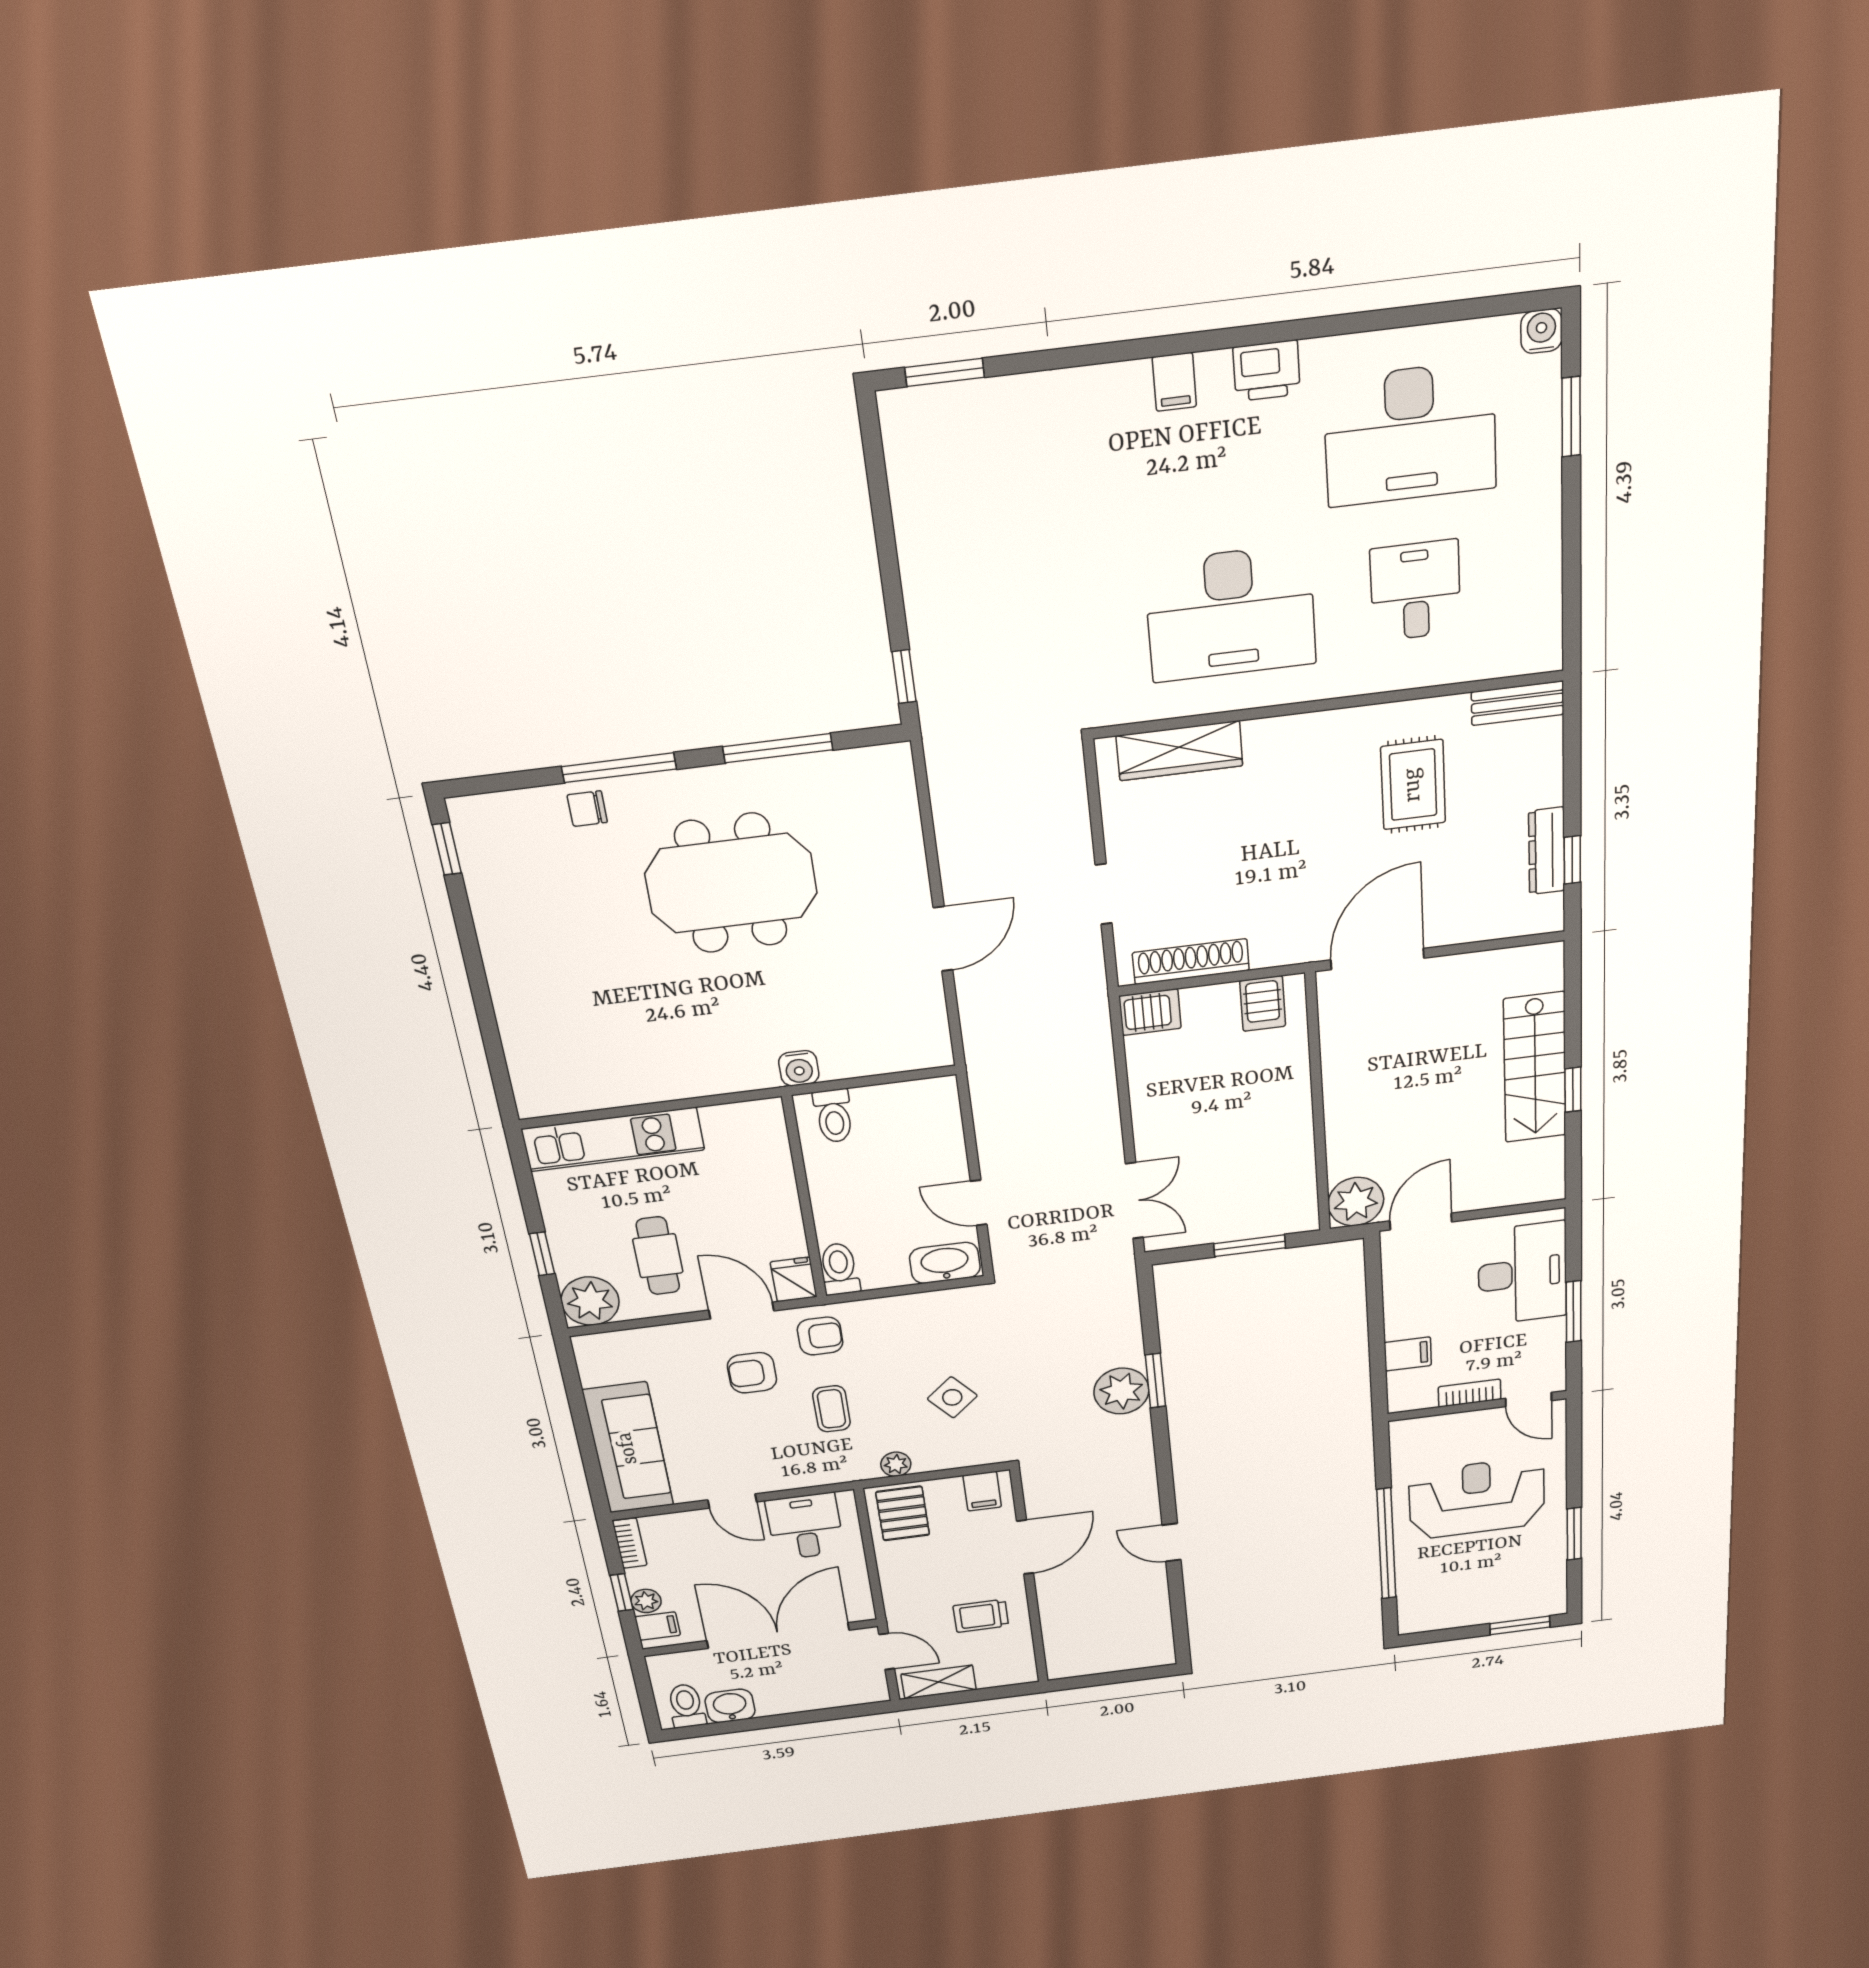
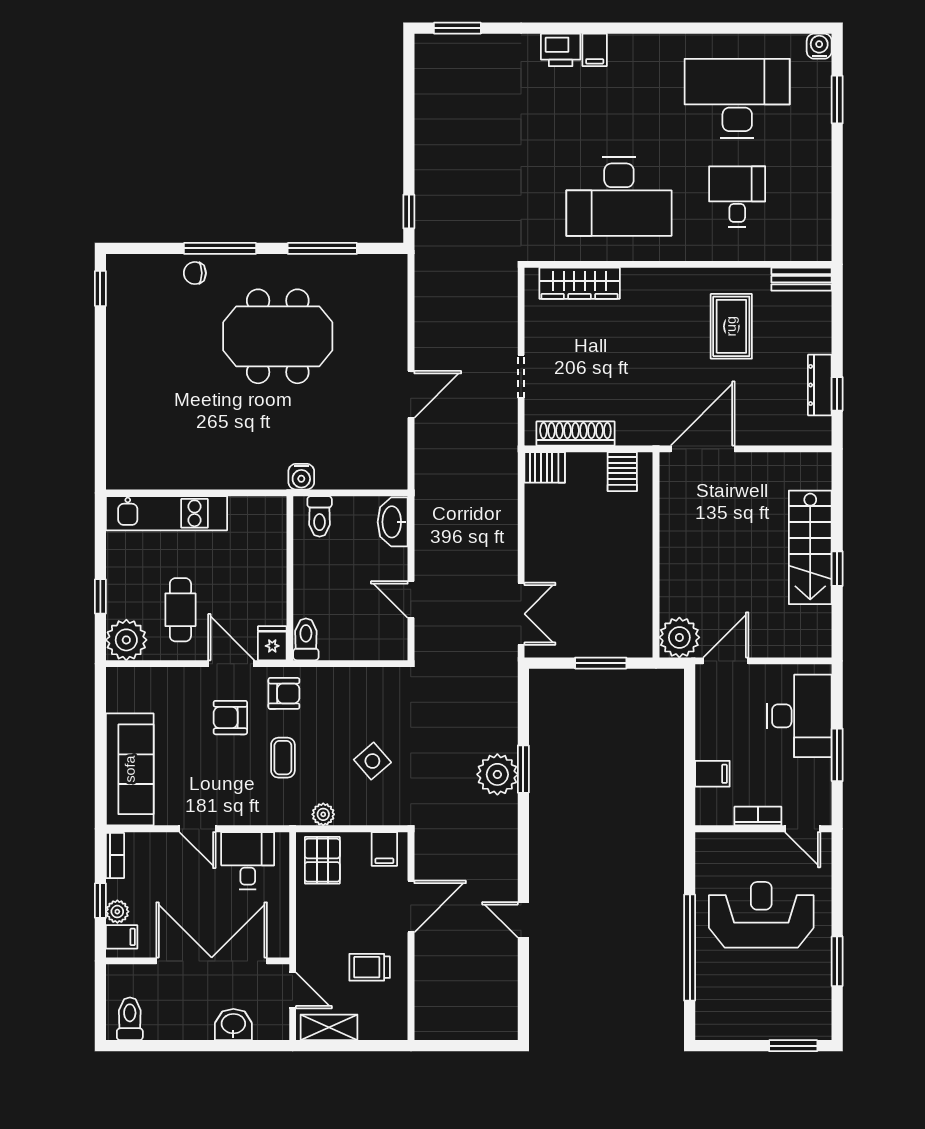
printer: (1267, 371) -> (561, 50), moved
desk: (1410, 434) -> (737, 98), turned 180
washbasin: (945, 1263) -> (393, 522), moved, turned -90
washbasin: (730, 1706) -> (233, 1025), moved

